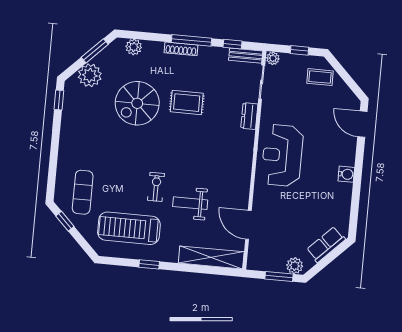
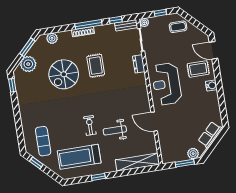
rug: (187, 103) -> (96, 66), turned 90
rug: (333, 145) -> (198, 69), added
door: (248, 225) -> (154, 122), moved

